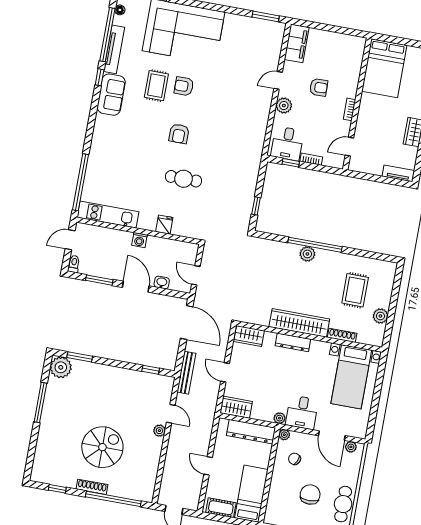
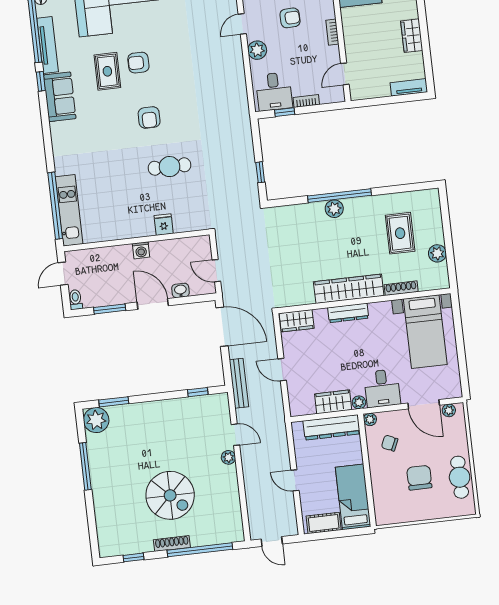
kitchen unit: (108, 215) -> (69, 210), moved, turned 90
wardrobe: (236, 407) -> (333, 402), moved
spiral stairs: (102, 447) -> (170, 495), turned 90

